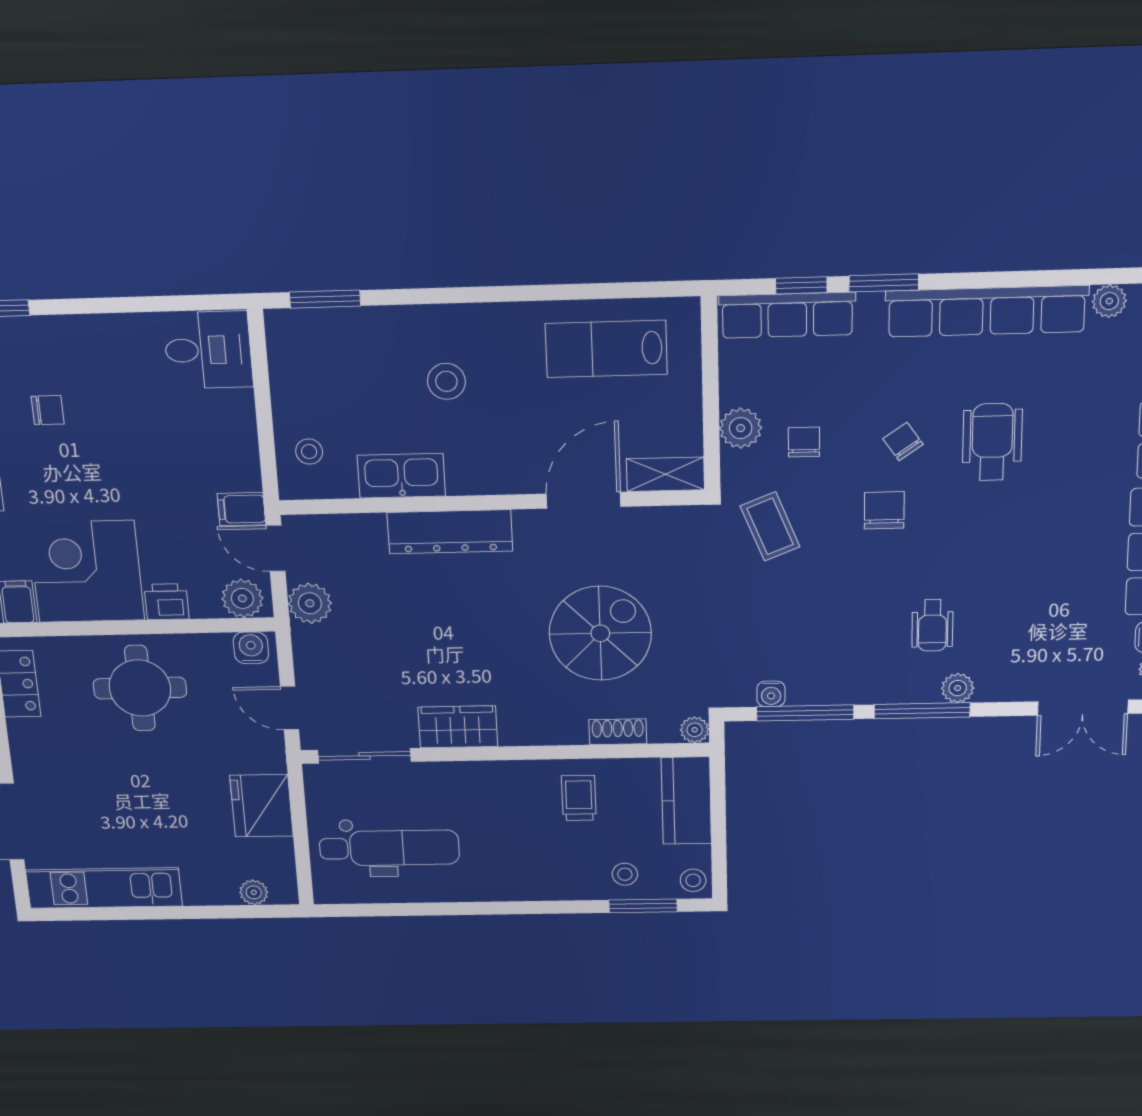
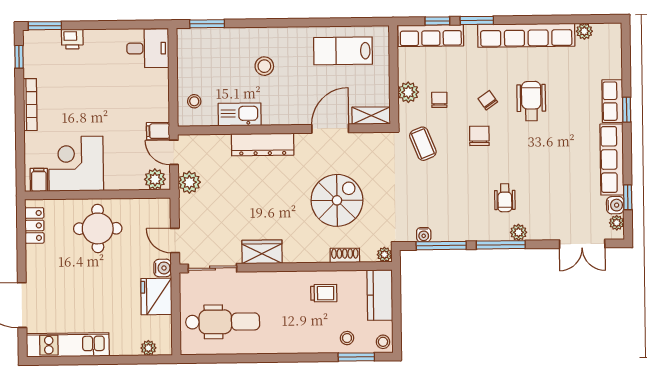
chair: (48, 410) -> (65, 78), removed
printer: (167, 602) -> (72, 39), moved, turned 180
water cooler: (251, 648) -> (163, 268), moved, turned 90
trolley: (579, 798) -> (324, 293), turned 90

